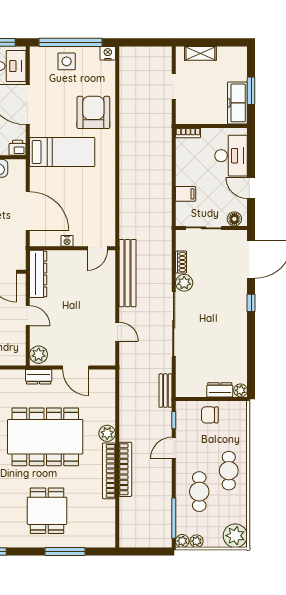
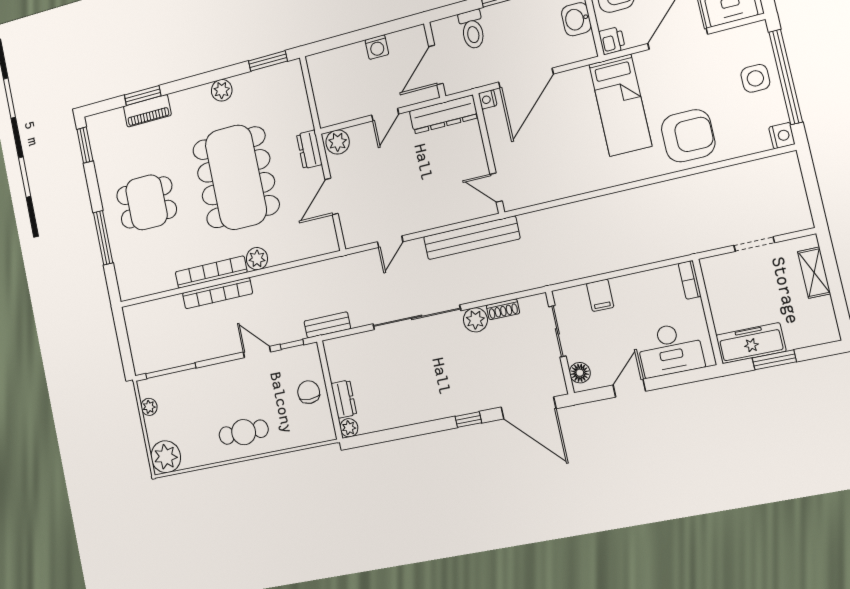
nightstand: (67, 241) -> (488, 99), moved
cafe table: (199, 492) -> (210, 398), removed
plant: (182, 541) -> (146, 388), removed

